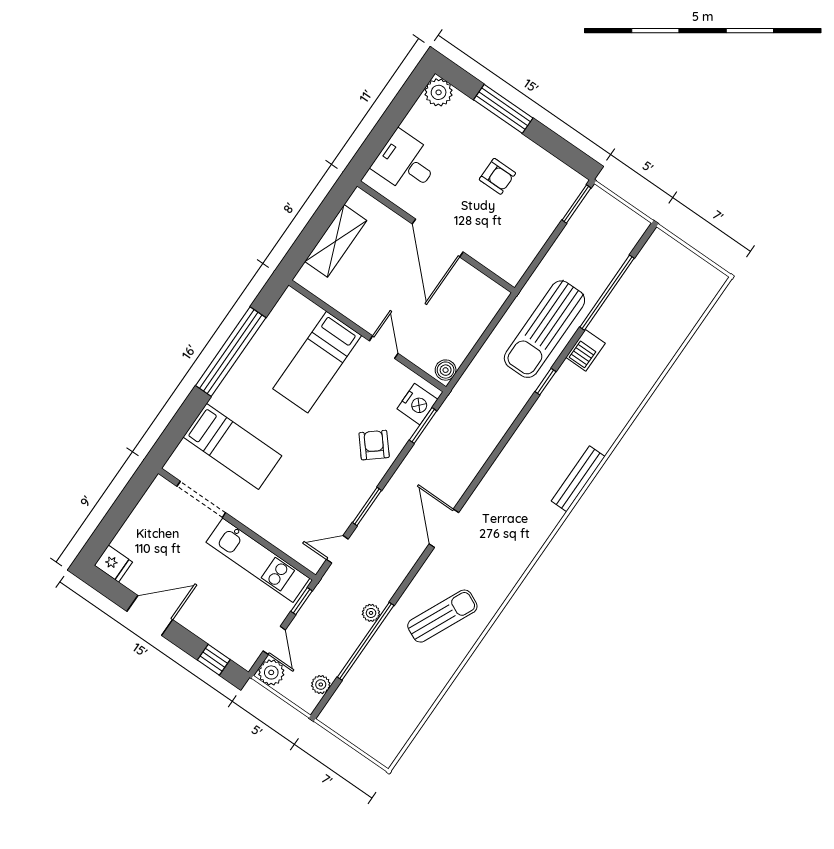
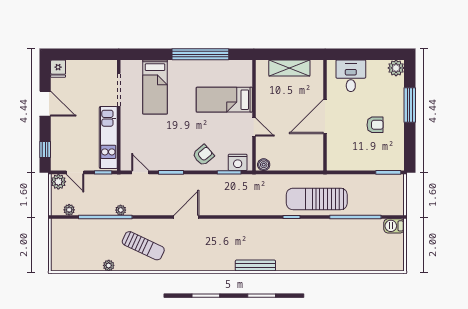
armchair: (497, 176) -> (375, 125), turned -90
door: (384, 347) -> (254, 127), hinge flipped
barbecue: (585, 350) -> (394, 226), moved
door: (274, 640) -> (75, 172), hinge flipped
plant: (436, 683) -> (109, 265), added

